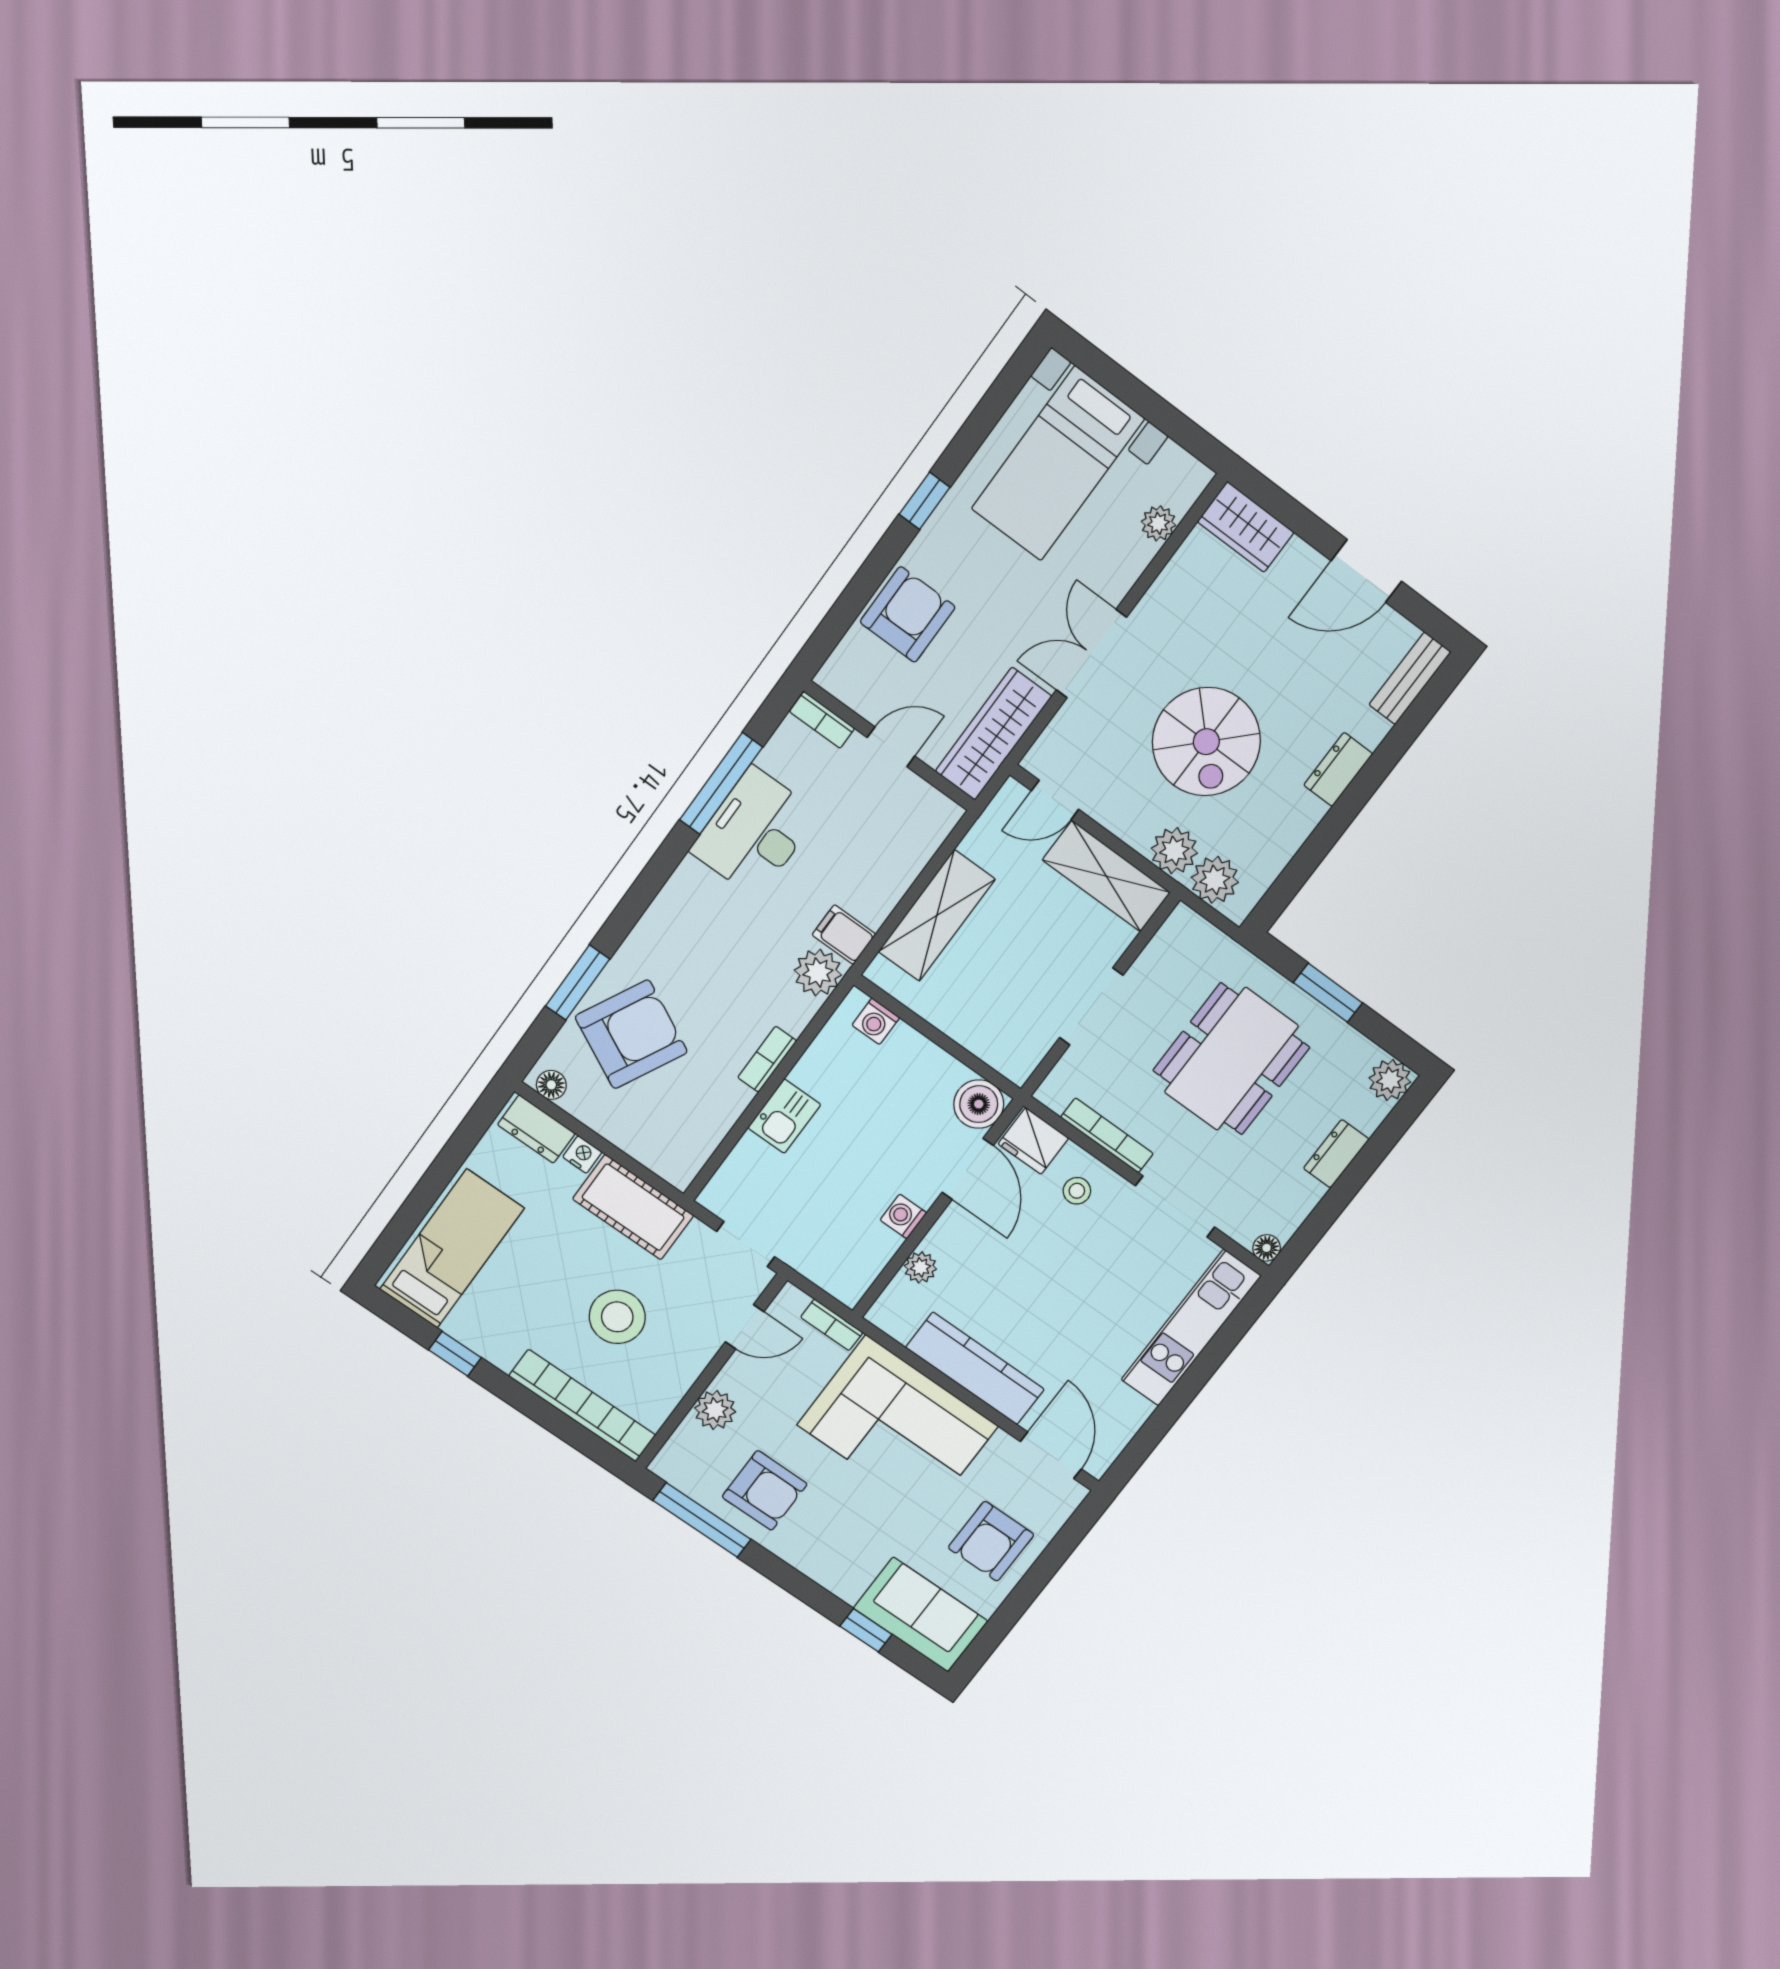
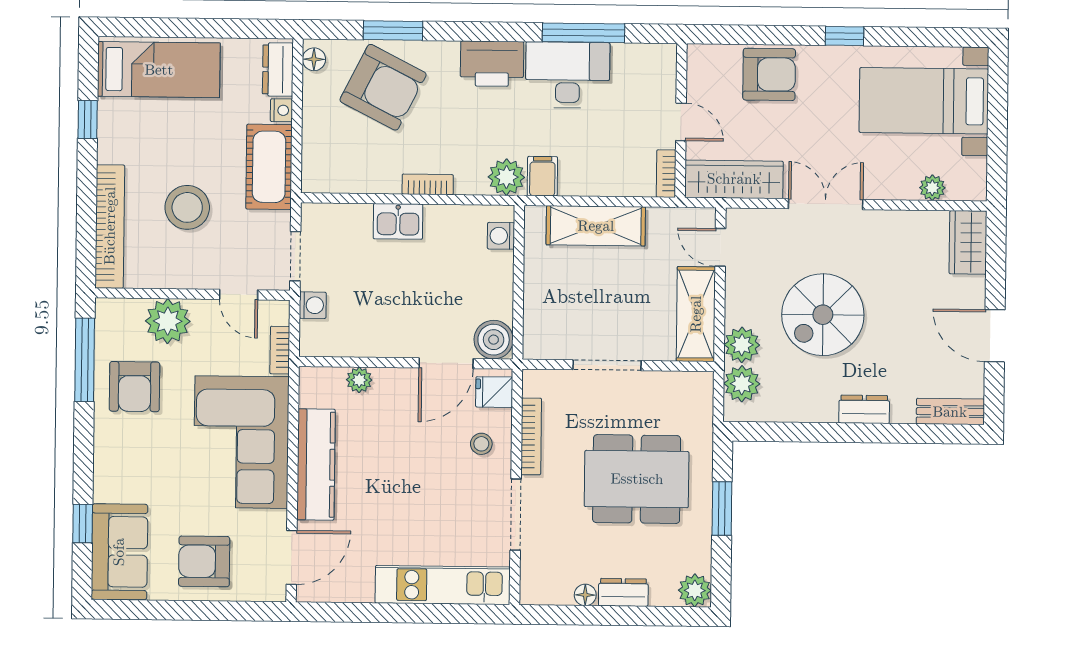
bookcase: (822, 720) -> (666, 174), moved
printer: (686, 904) -> (492, 64), added
fridge: (1033, 1141) -> (494, 392), width x0.72
washing machine: (903, 1216) -> (313, 305), moved, turned 90
floor lamp: (1267, 1248) -> (585, 595), moved
plant: (715, 1410) -> (168, 321), width x1.36, depth x1.36

